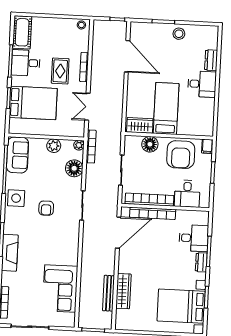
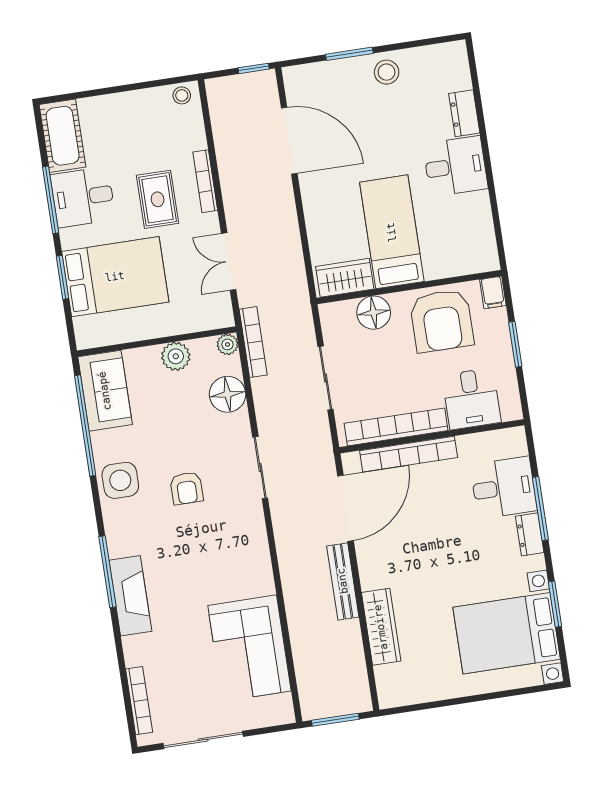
bench: (109, 293) -> (343, 581), moved

